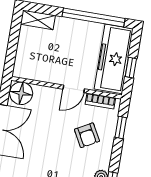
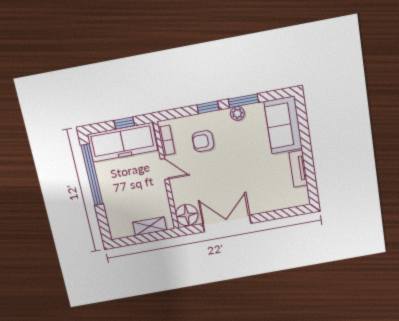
shelving: (38, 20) -> (150, 226), moved, turned 90
window: (121, 127) -> (208, 107), moved
armchair: (87, 135) -> (203, 141), turned -151

